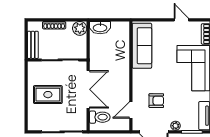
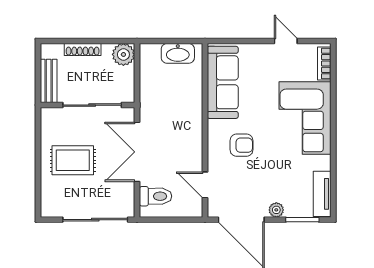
washbasin: (100, 28) -> (178, 53), moved
double door: (88, 89) -> (137, 152), swing flipped
armchair: (156, 101) -> (241, 145), moved
door: (131, 110) -> (205, 185), hinge flipped

